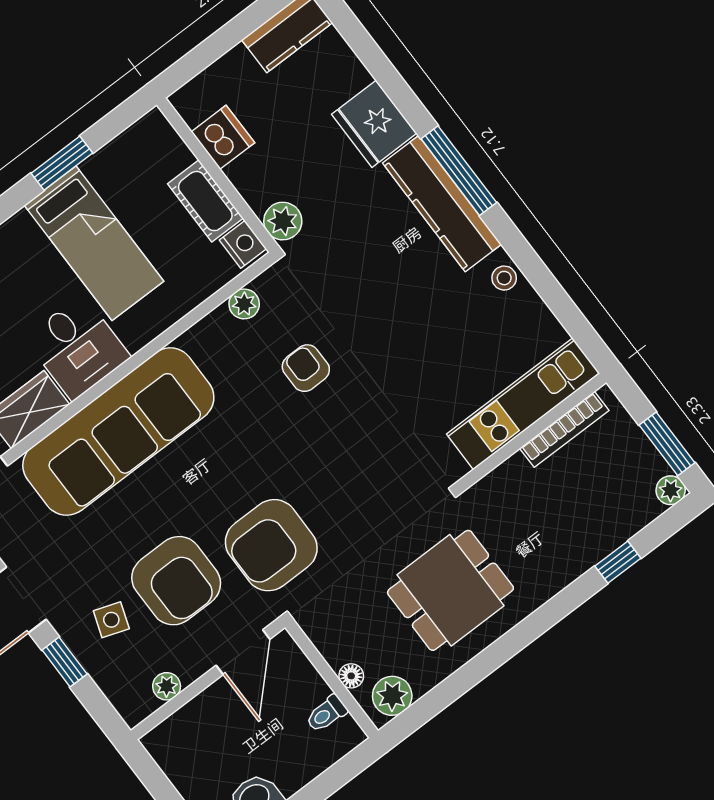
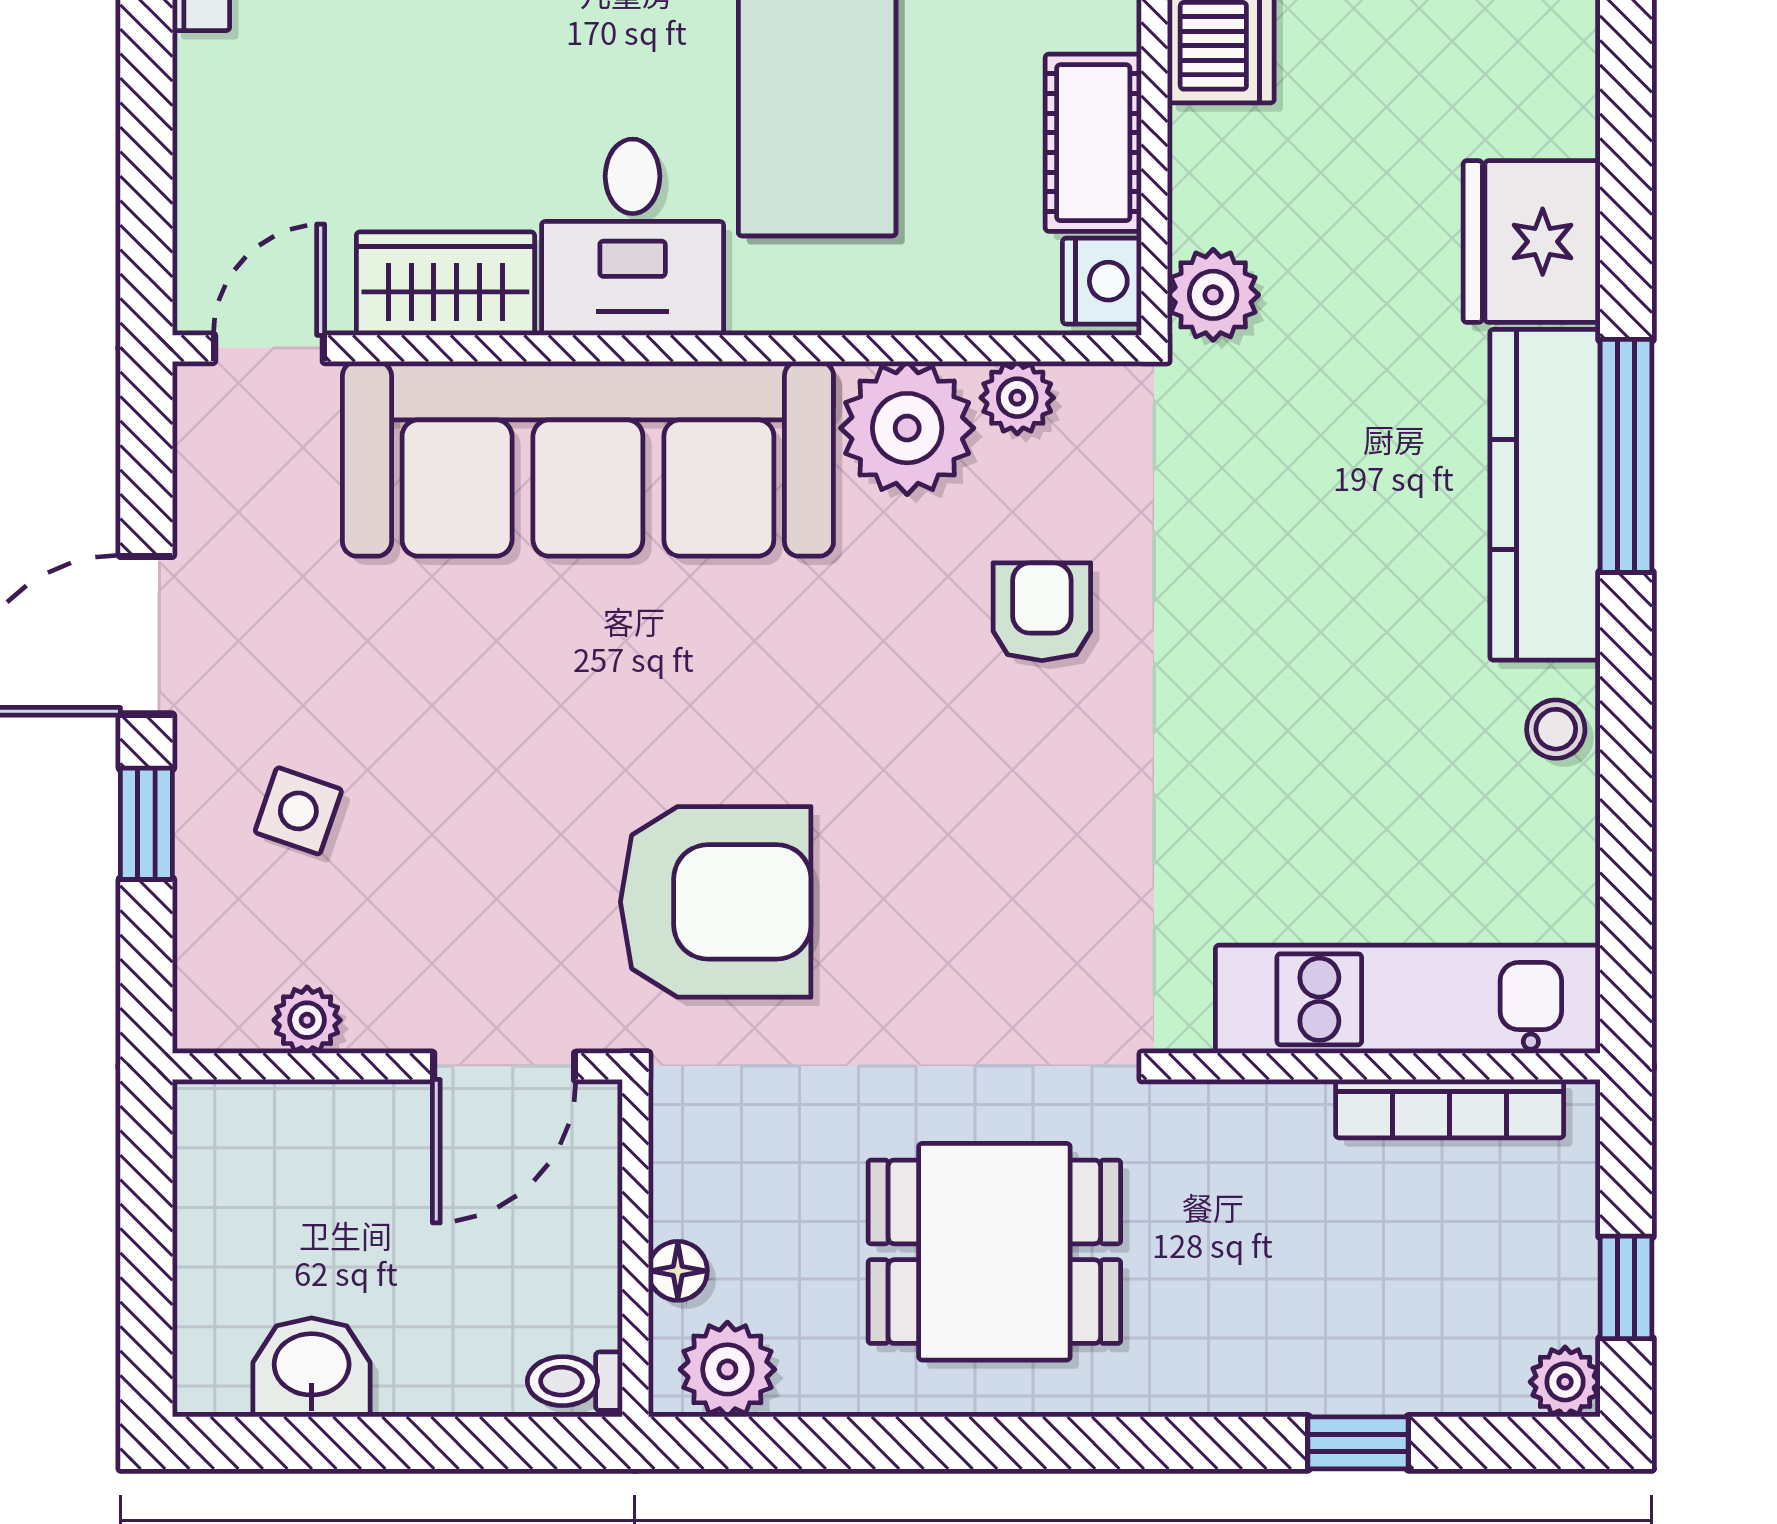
plant: (216, 341) -> (907, 428), added
window: (667, 444) -> (1626, 1287), width x0.67
armchair: (271, 545) -> (716, 902), turned 180
armchair: (176, 581) -> (480, 831), removed
toilet: (326, 714) -> (575, 1381), moved

